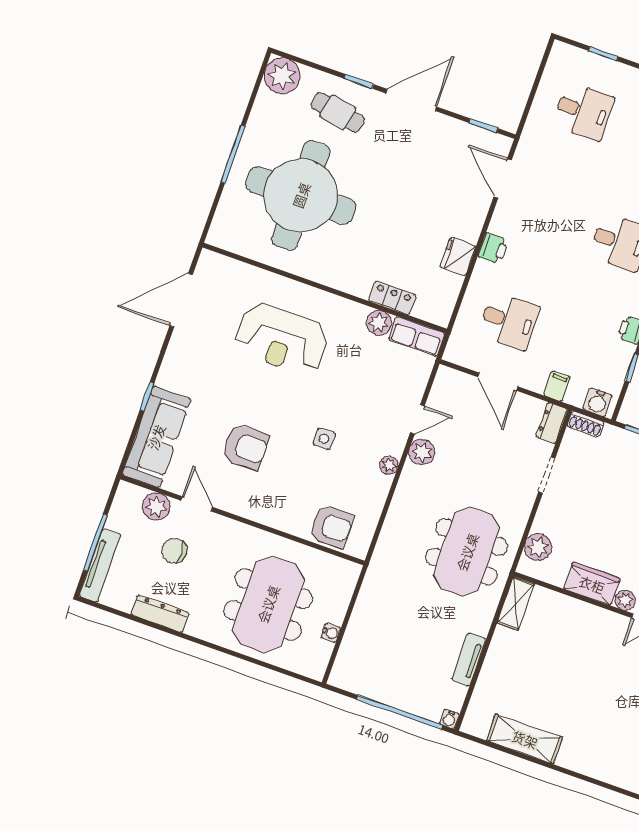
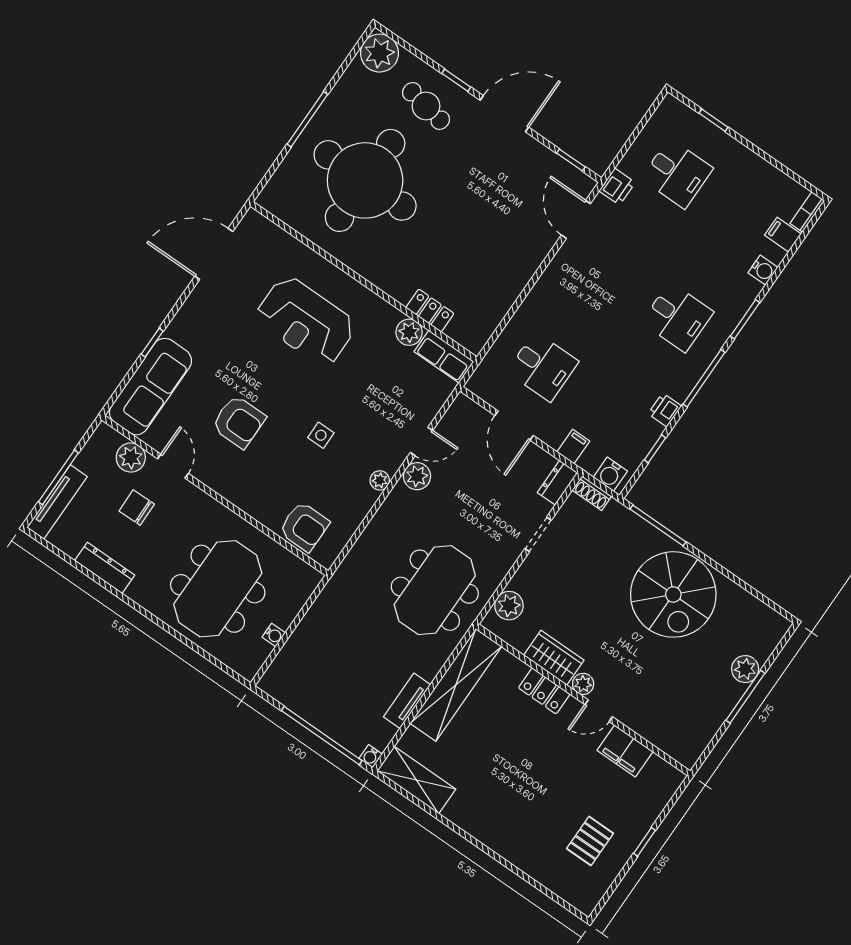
printer: (493, 248) -> (617, 187), moved
fridge: (458, 257) -> (508, 287), removed
shelving: (516, 603) -> (456, 685), width x2.20, depth x1.33
locker: (591, 616) -> (544, 691), added
shelving: (525, 739) -> (416, 780), moved

